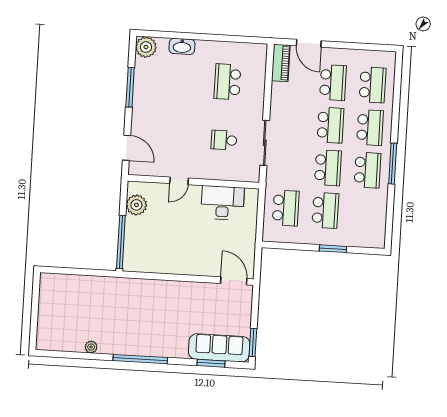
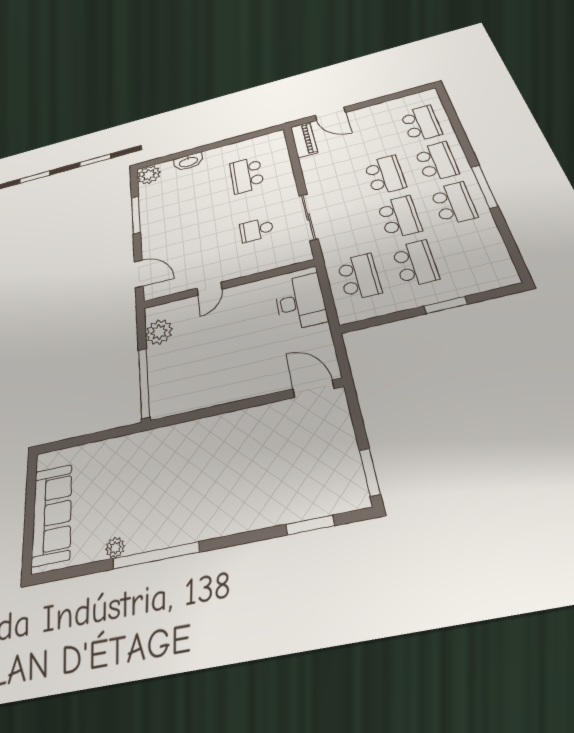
school desk: (333, 83) -> (372, 137), removed
desk: (223, 203) -> (300, 302), moved, turned 90
sofa: (219, 348) -> (52, 514), moved, turned 90
window: (140, 359) -> (156, 555), moved

